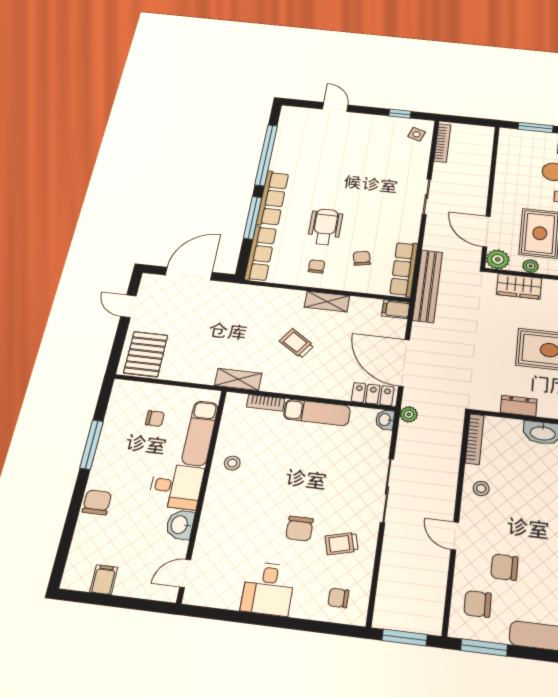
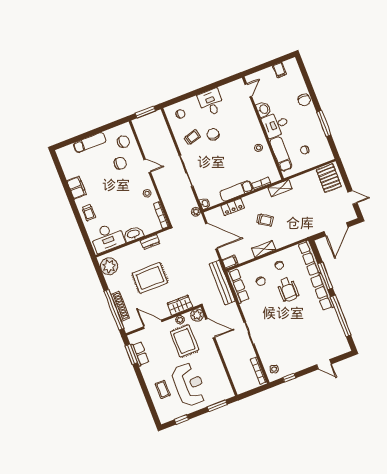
locker: (373, 394) -> (233, 207), moved
window: (484, 647) -> (112, 125), removed

